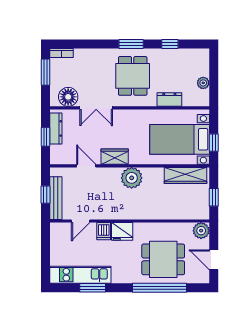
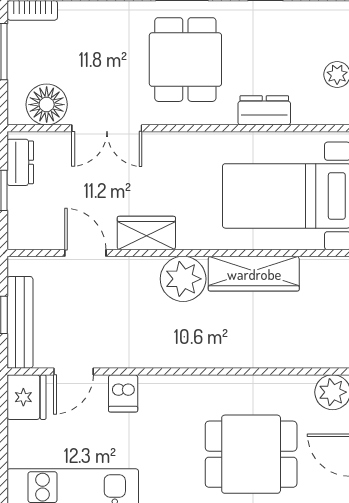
dresser: (56, 128) -> (20, 162), width x0.70
wardrobe: (186, 175) -> (254, 274), moved
fridge: (122, 231) -> (26, 397), moved, turned -90

